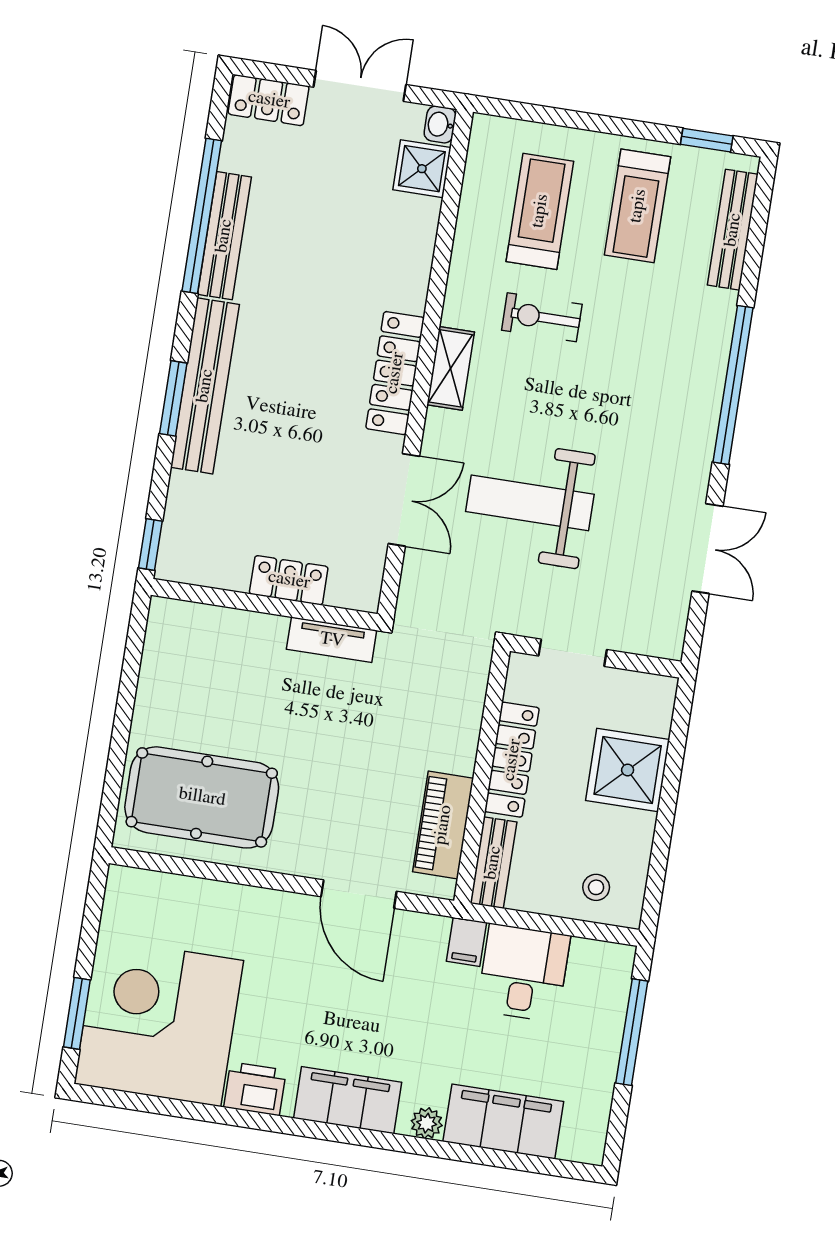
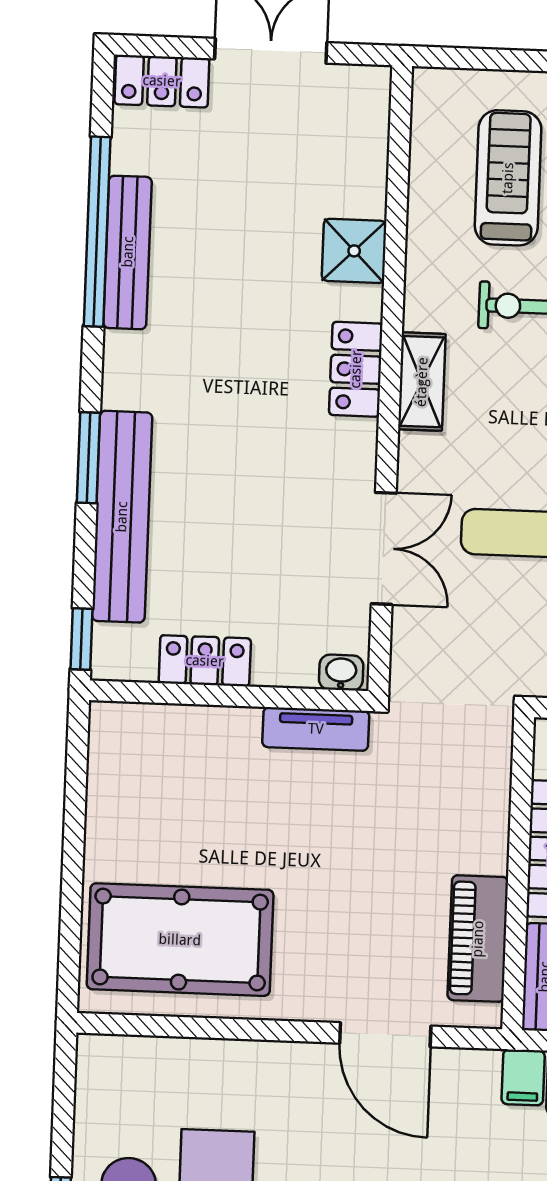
washbasin: (440, 124) -> (341, 673), moved, turned 90
shower: (422, 169) -> (354, 251), moved
locker: (395, 373) -> (356, 369), width x0.66
bench: (205, 386) -> (122, 517), moved
locker: (289, 580) -> (205, 661), moved

